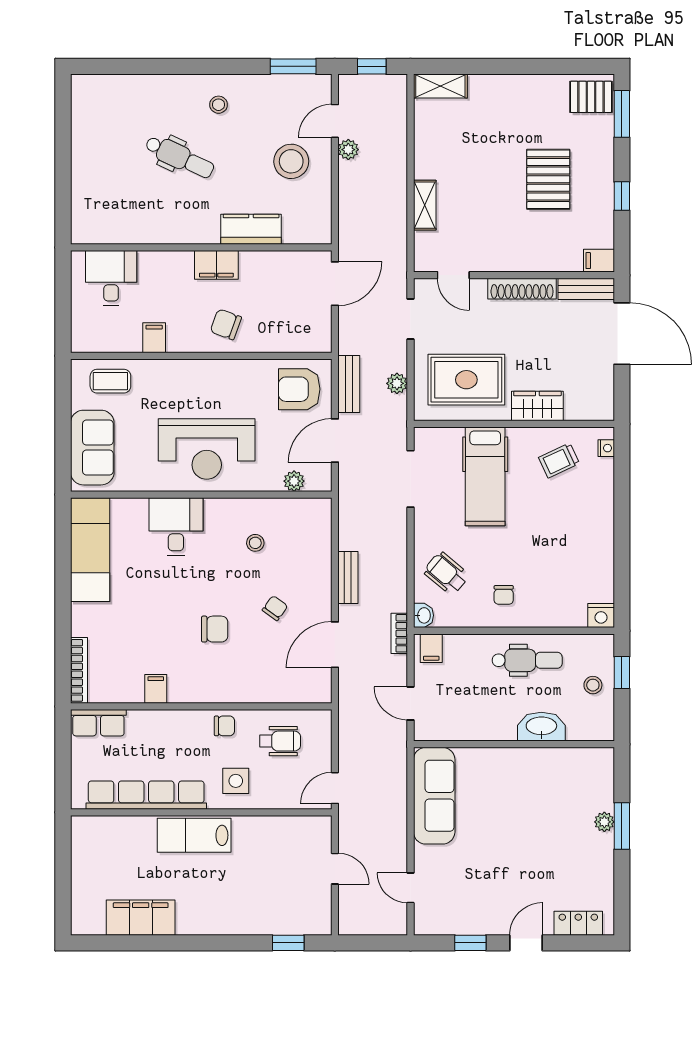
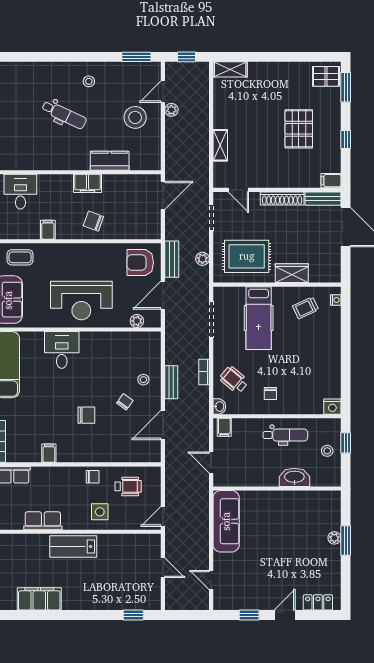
stool: (255, 543) -> (143, 380), moved
bookcase: (399, 633) -> (204, 372), moved
row of seats: (146, 795) -> (43, 521), width x0.50

